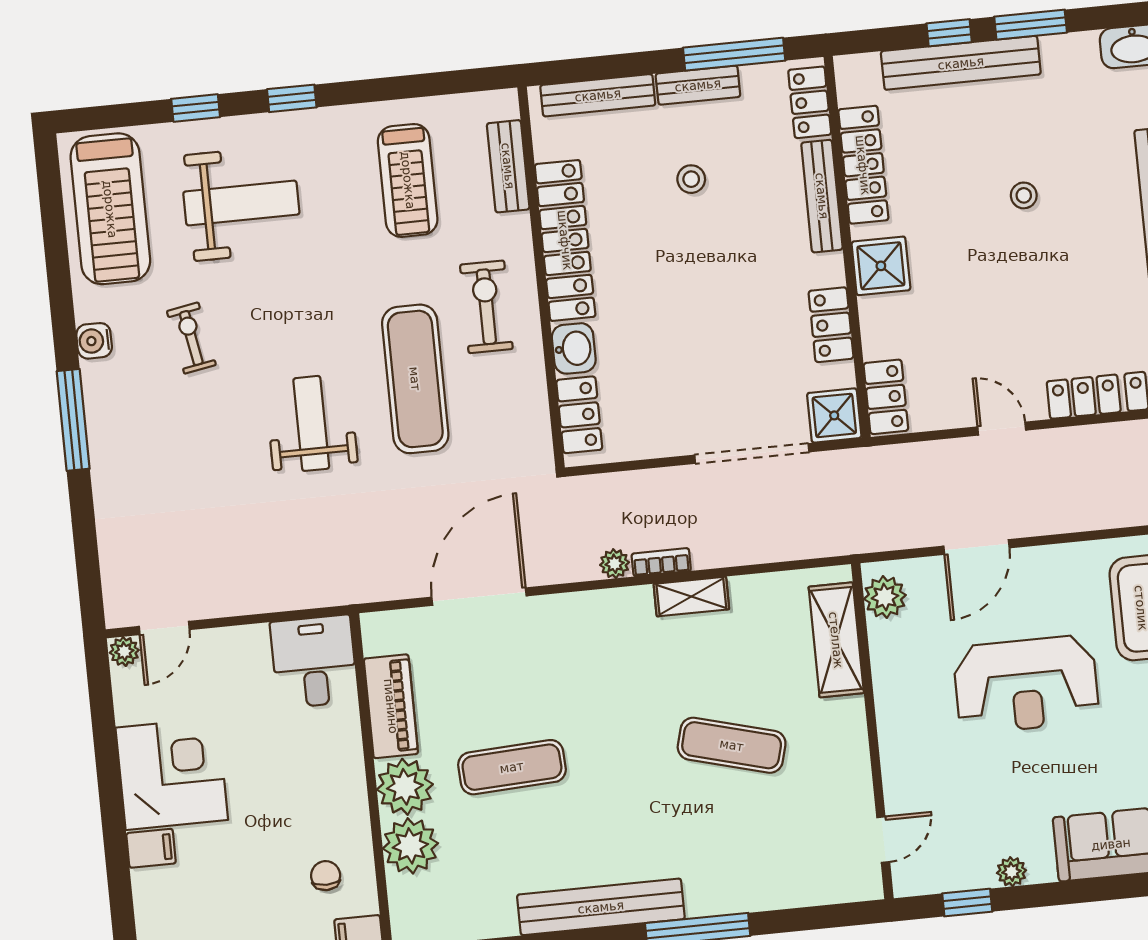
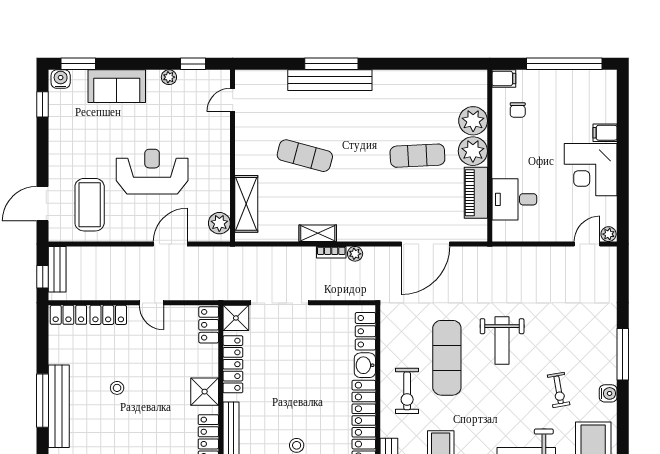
stool: (1024, 195) -> (117, 388), moved
locker: (831, 325) -> (233, 364), width x1.53
desk: (314, 662) -> (514, 199), moved, turned 90
bench: (601, 907) -> (330, 80), moved

